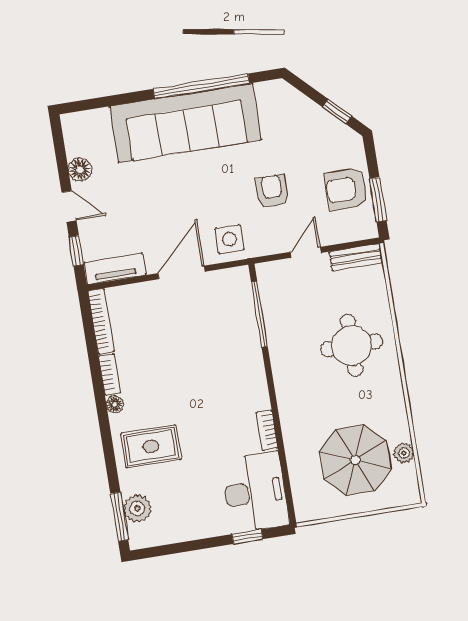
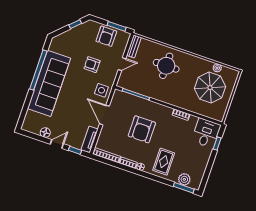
door: (306, 252) -> (122, 64), swing flipped
armchair: (193, 366) -> (142, 129), added
desk: (255, 492) -> (206, 133), width x0.73

